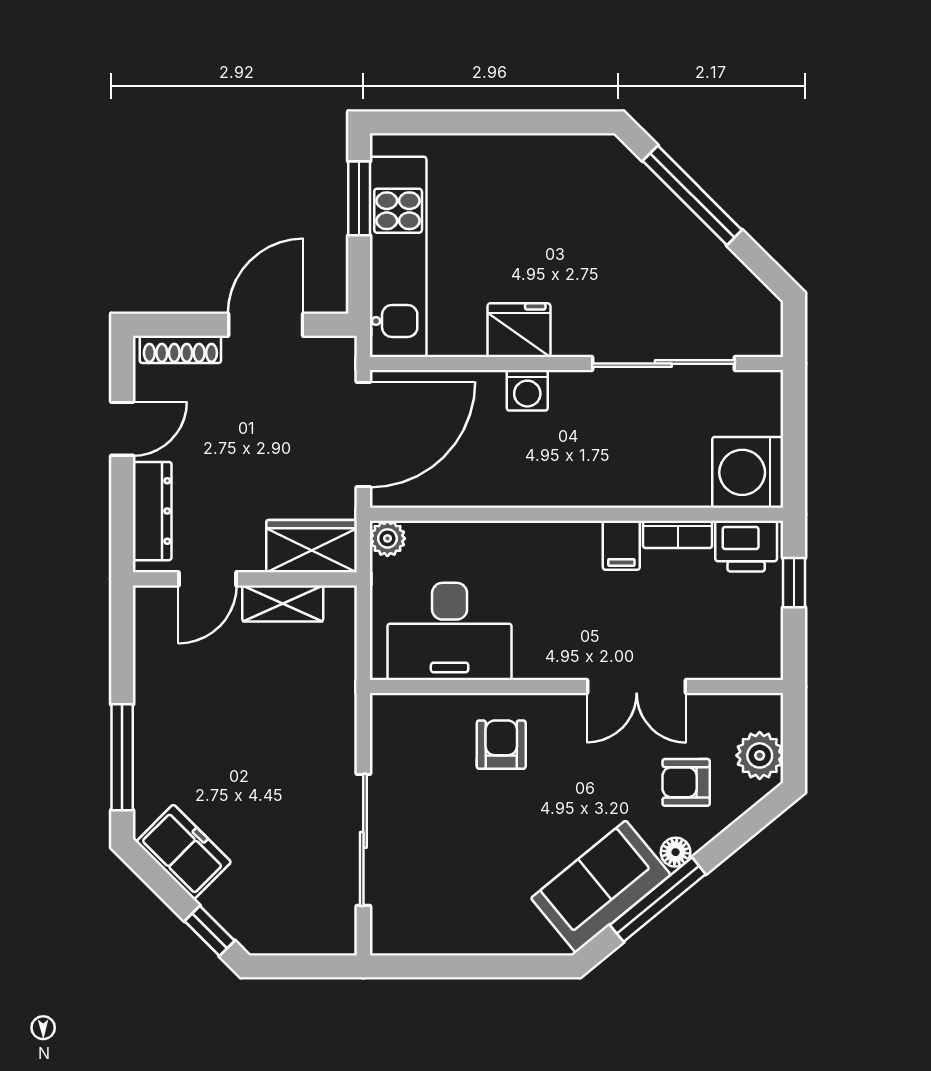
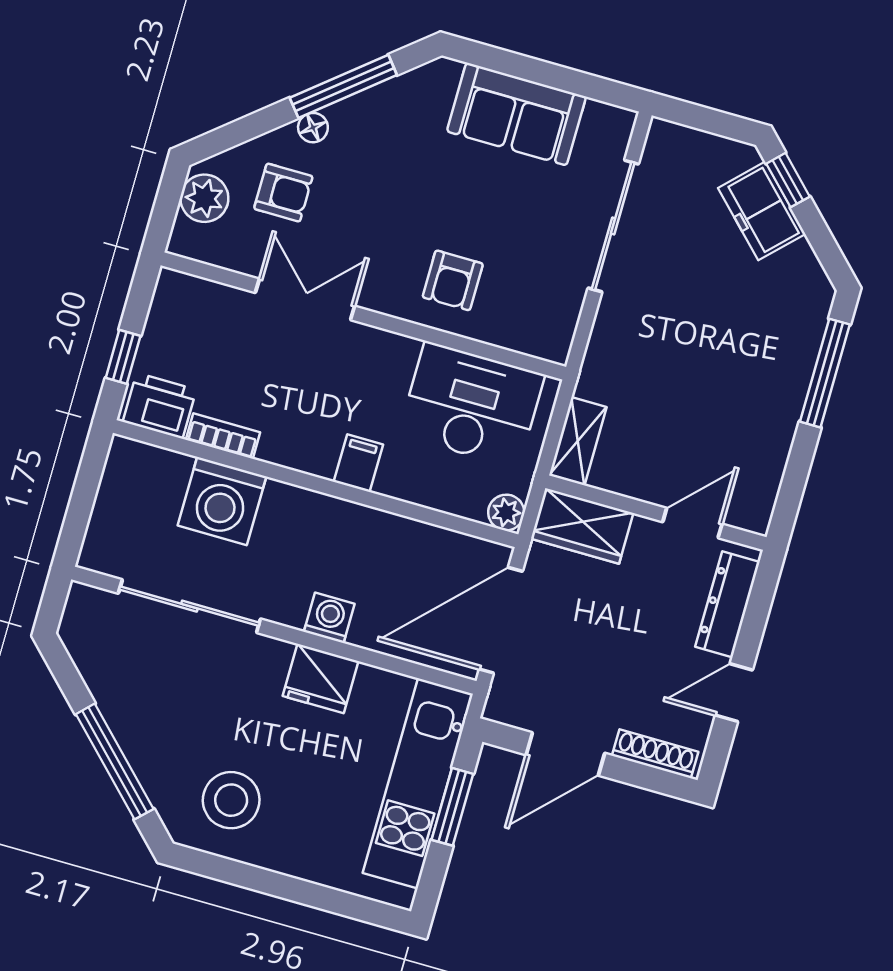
stool: (571, 190) -> (231, 800), added
window: (359, 198) -> (452, 807), moved
washing machine: (748, 472) -> (222, 501), moved, turned 90
filing cabinet: (621, 545) -> (358, 463), moved
shelving: (283, 603) -> (578, 441), moved, turned 90
freezer: (184, 852) -> (762, 211), moved
sofa: (601, 886) -> (516, 114), moved, turned 39

